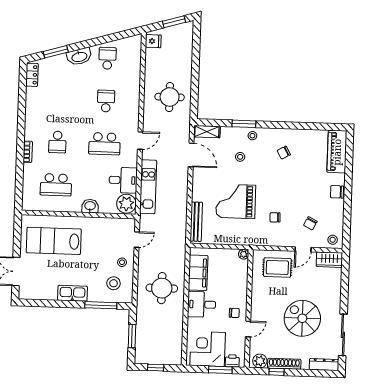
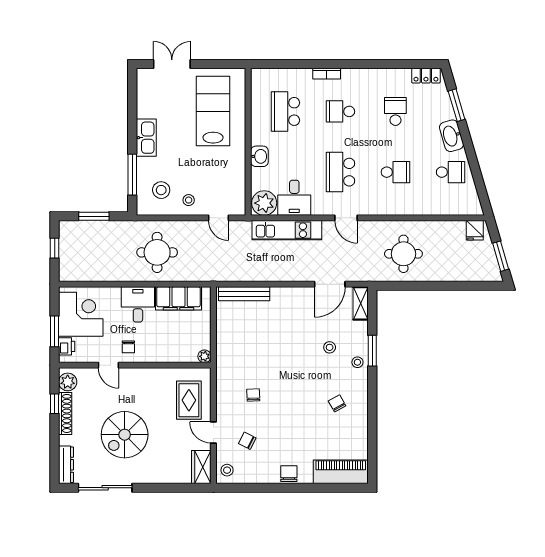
school desk: (59, 99) -> (395, 111), added
grand piano: (236, 201) -> (272, 344), removed
spiral stairs: (302, 318) -> (125, 435), turned 180

